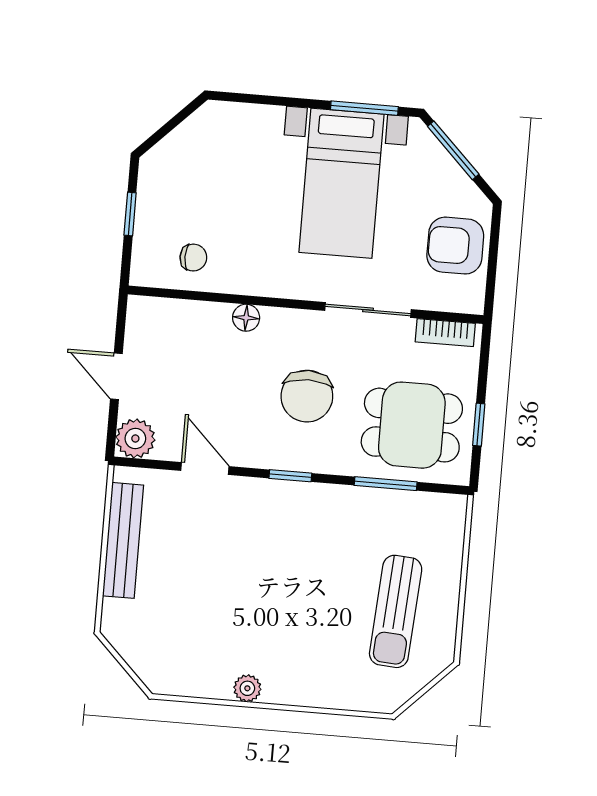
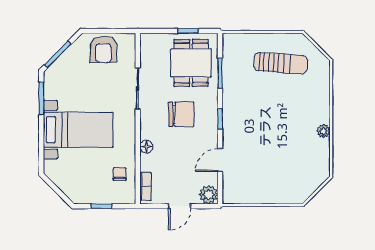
bed with nightstands: (341, 183) -> (78, 130), moved
bookcase: (445, 333) -> (145, 186), moved
bench: (123, 540) -> (258, 196), removed

